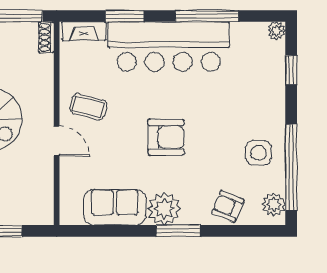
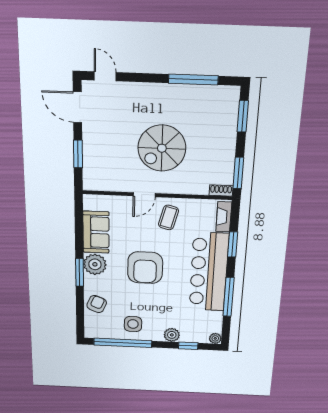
armchair: (166, 137) -> (145, 268), width x1.36, depth x1.36
plant: (274, 204) -> (172, 335), moved

